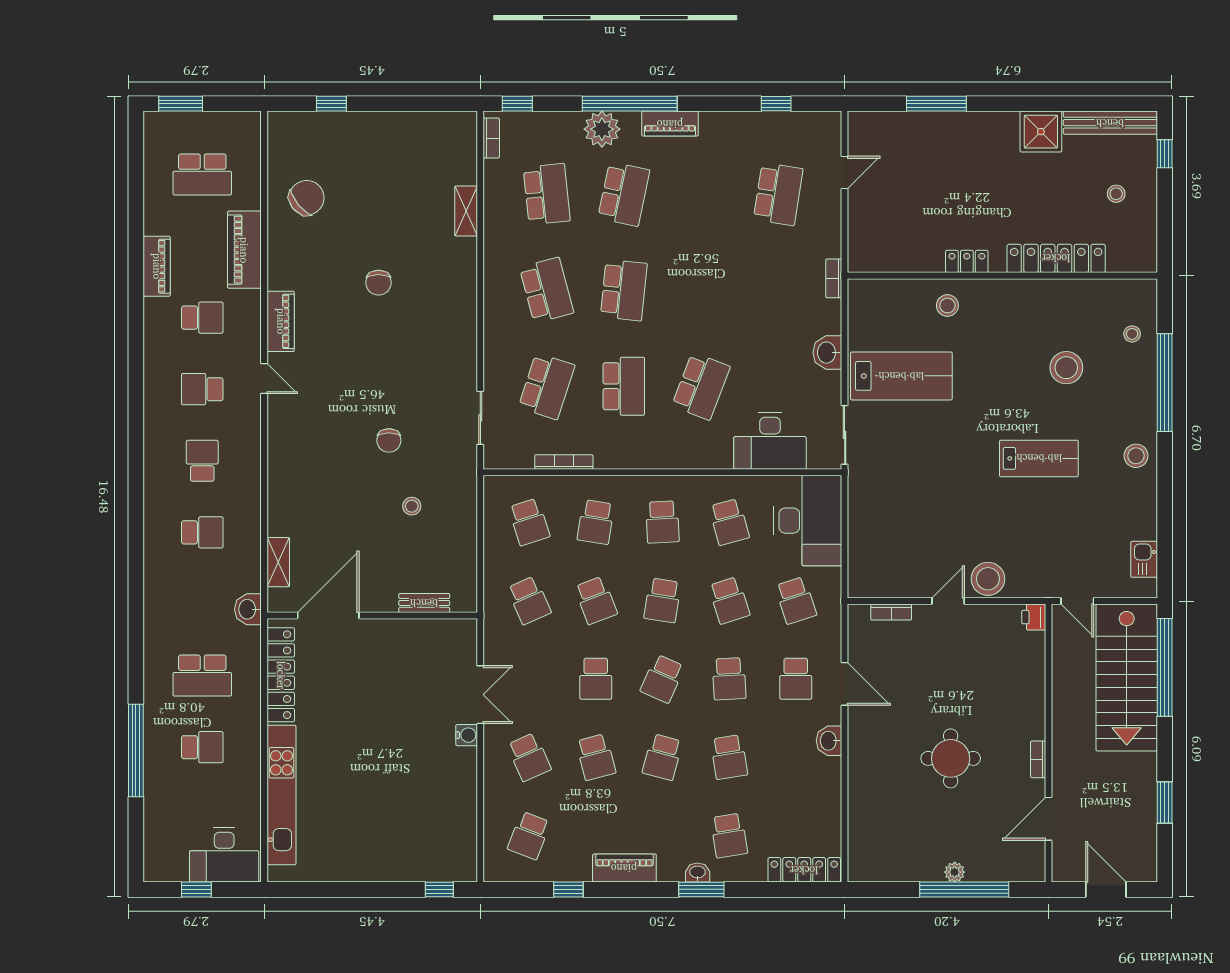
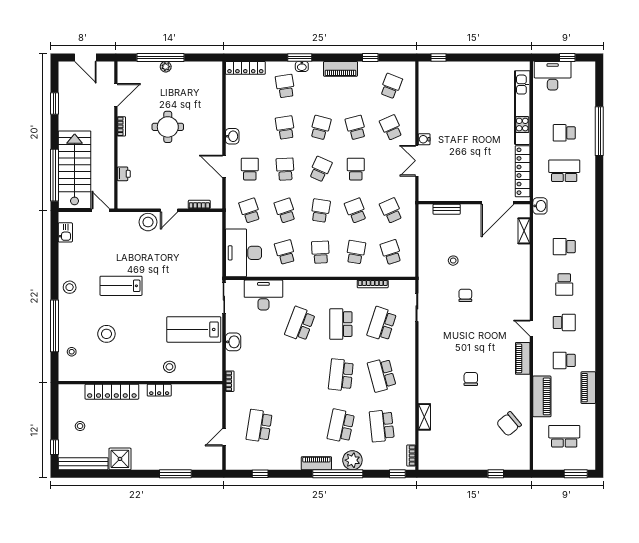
printer: (1034, 617) -> (124, 174), moved

